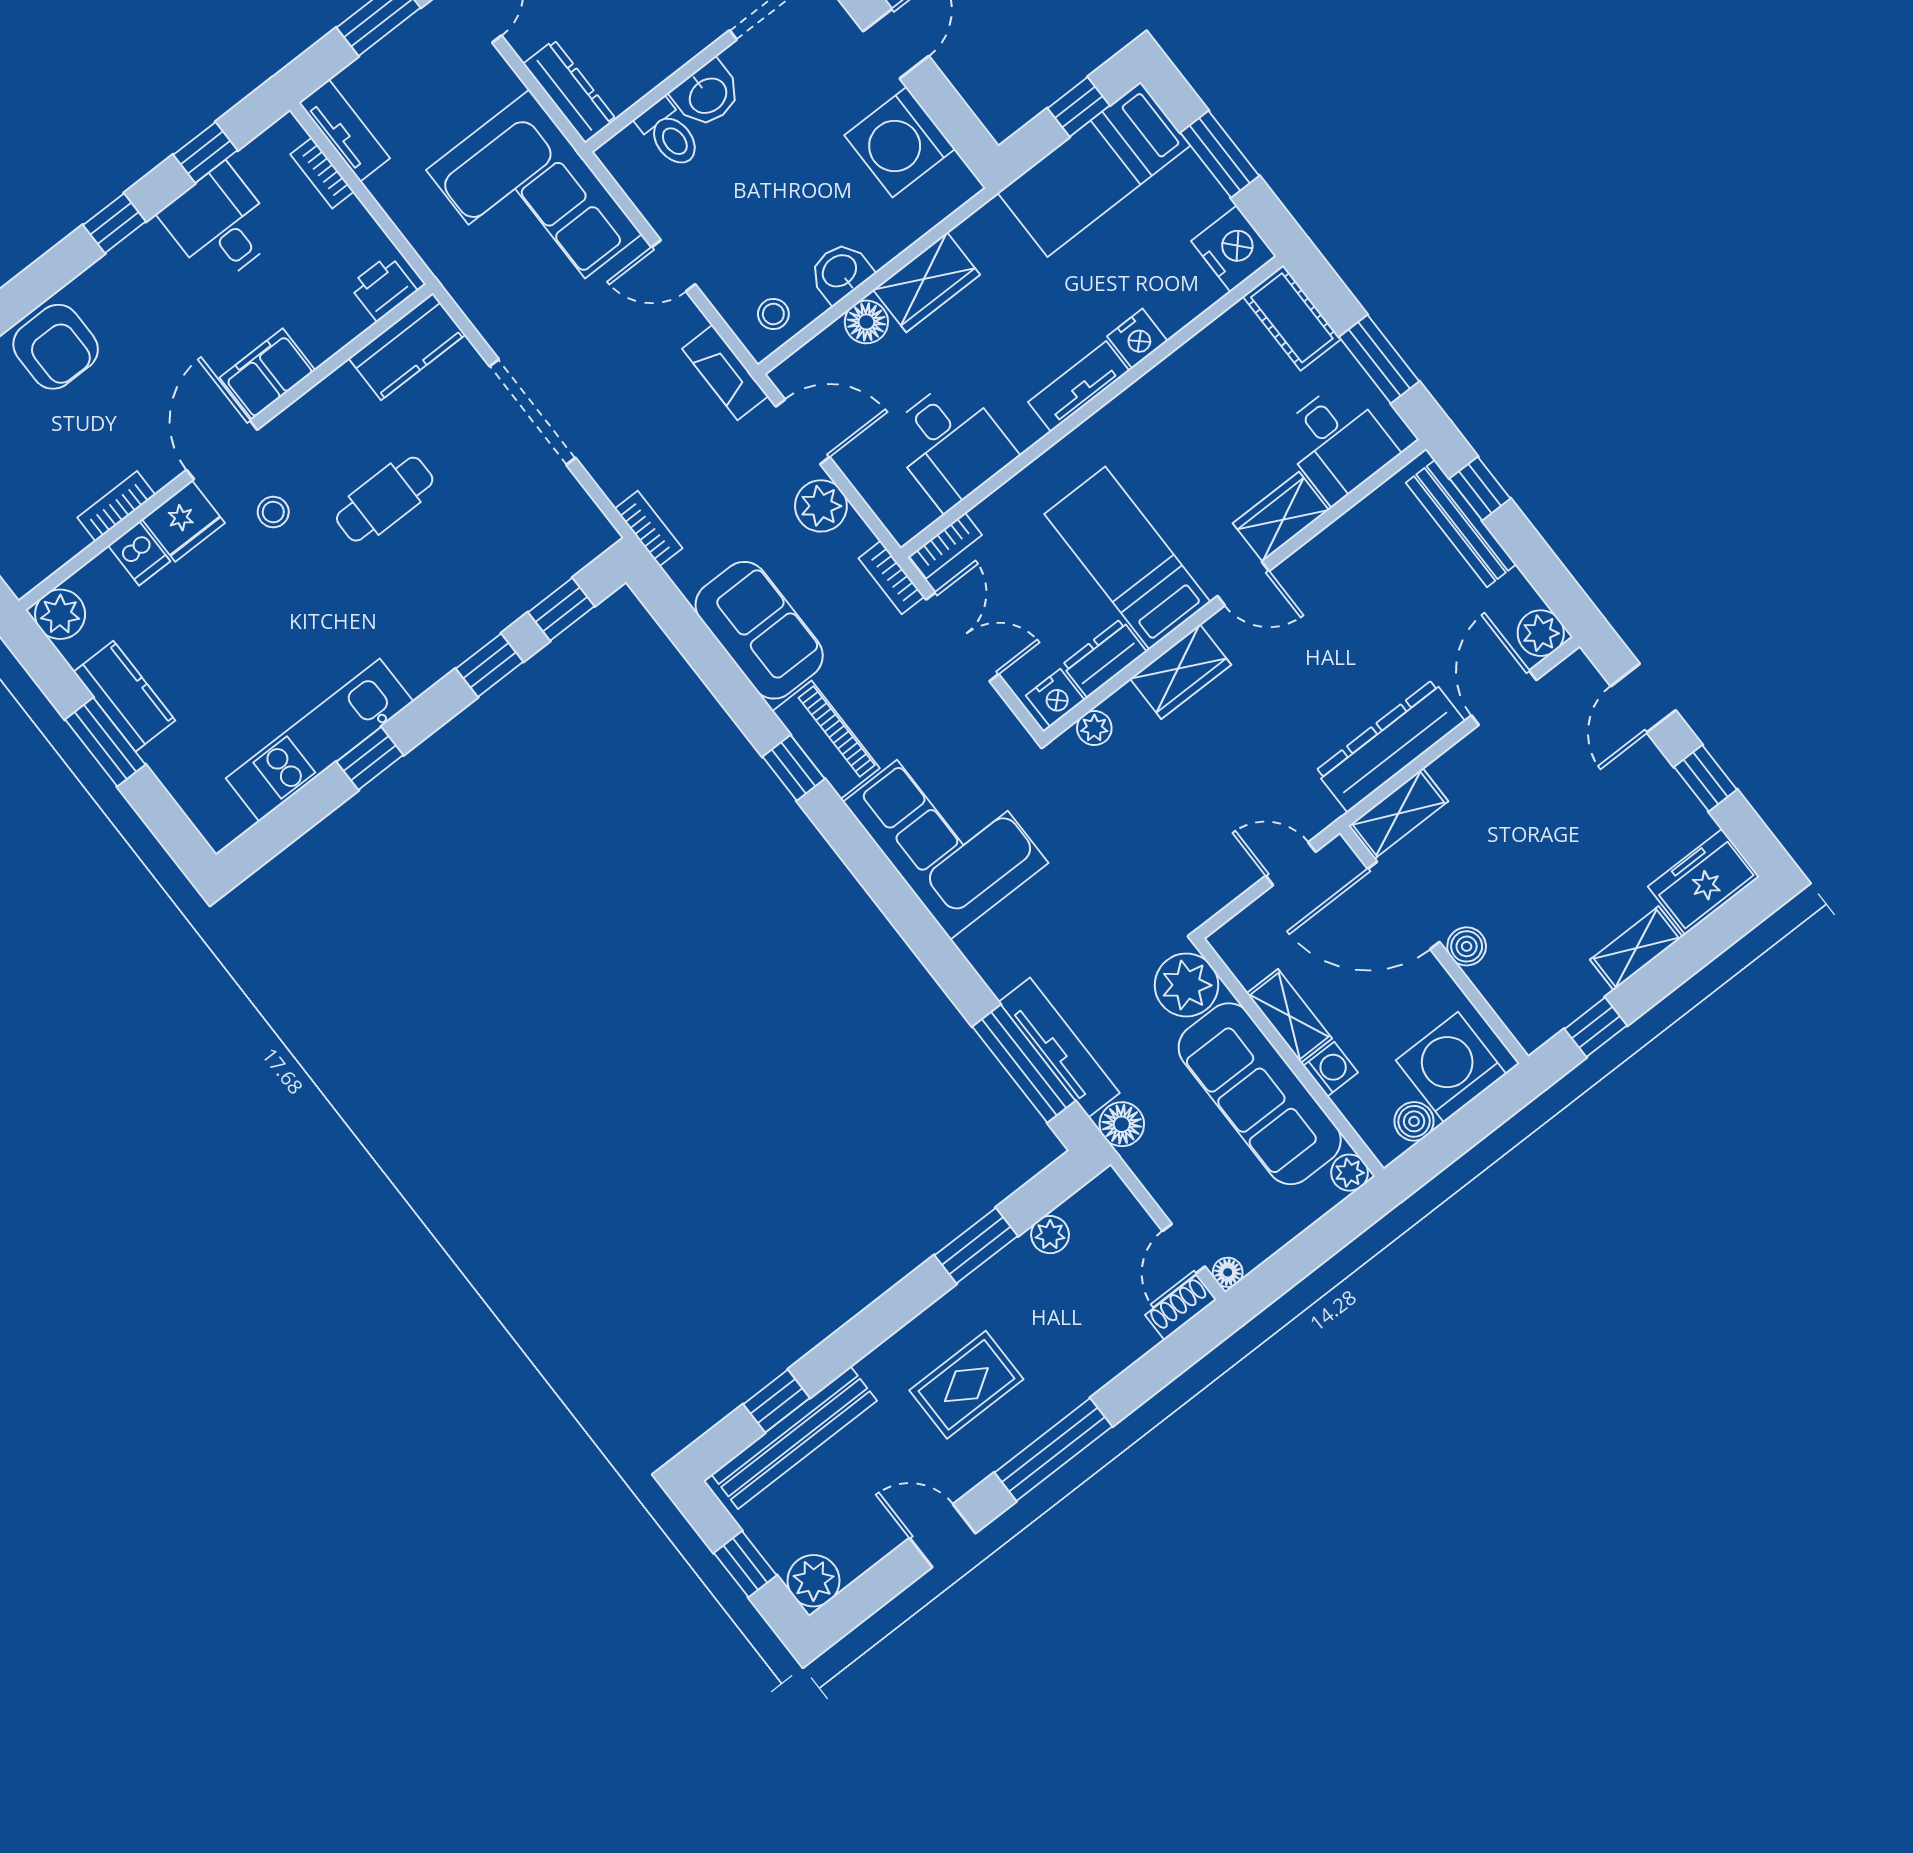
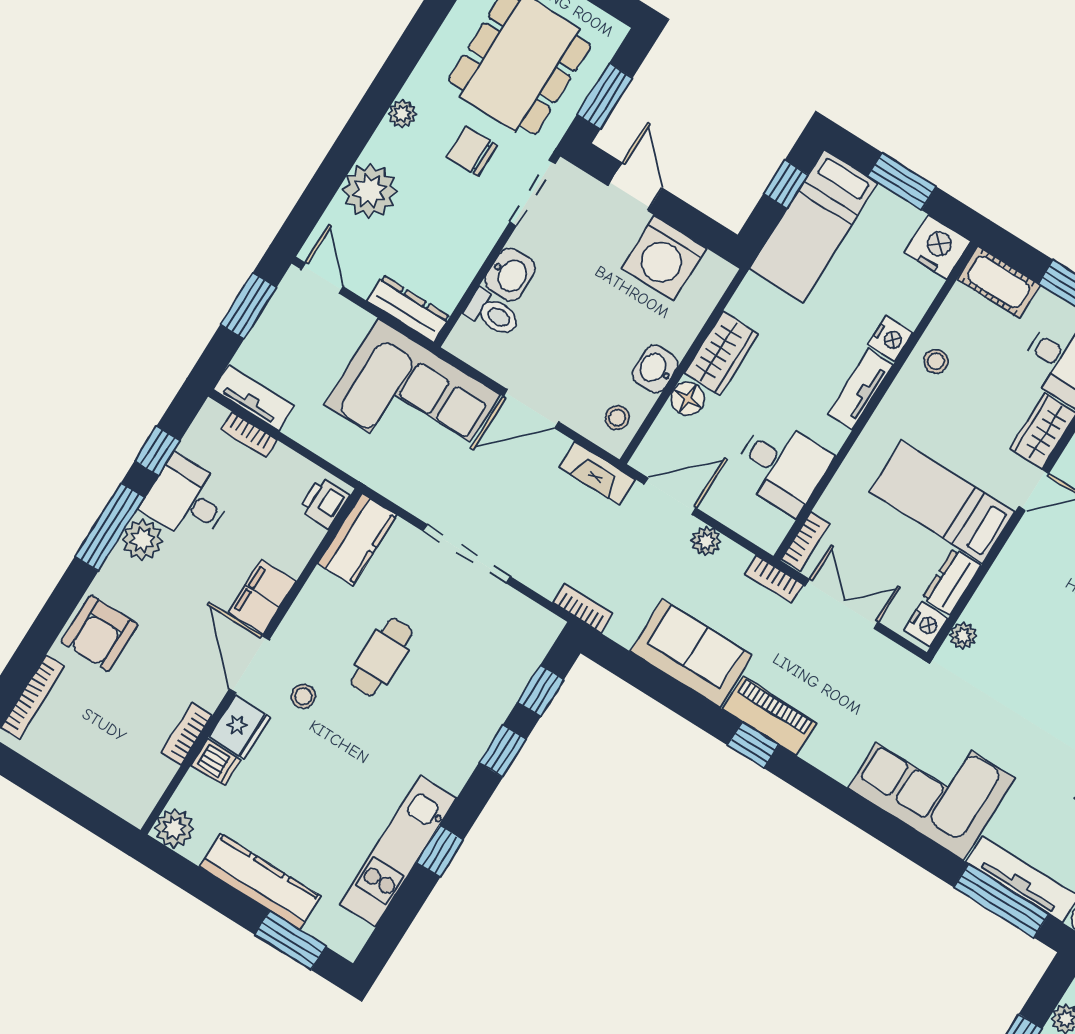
window: (114, 223) -> (110, 527), width x2.17
plant: (148, 253) -> (142, 540), added
door: (673, 266) -> (531, 409), width x1.38
armchair: (56, 347) -> (100, 633), turned 90
stool: (1182, 386) -> (936, 361), added
plant: (821, 506) -> (706, 541), width x0.73, depth x0.73
wardrobe: (1181, 672) -> (1011, 571), removed
kitchen counter: (124, 696) -> (260, 882), width x1.50
window: (105, 742) -> (290, 940), moved
corner sofa: (946, 832) -> (932, 783), moved

